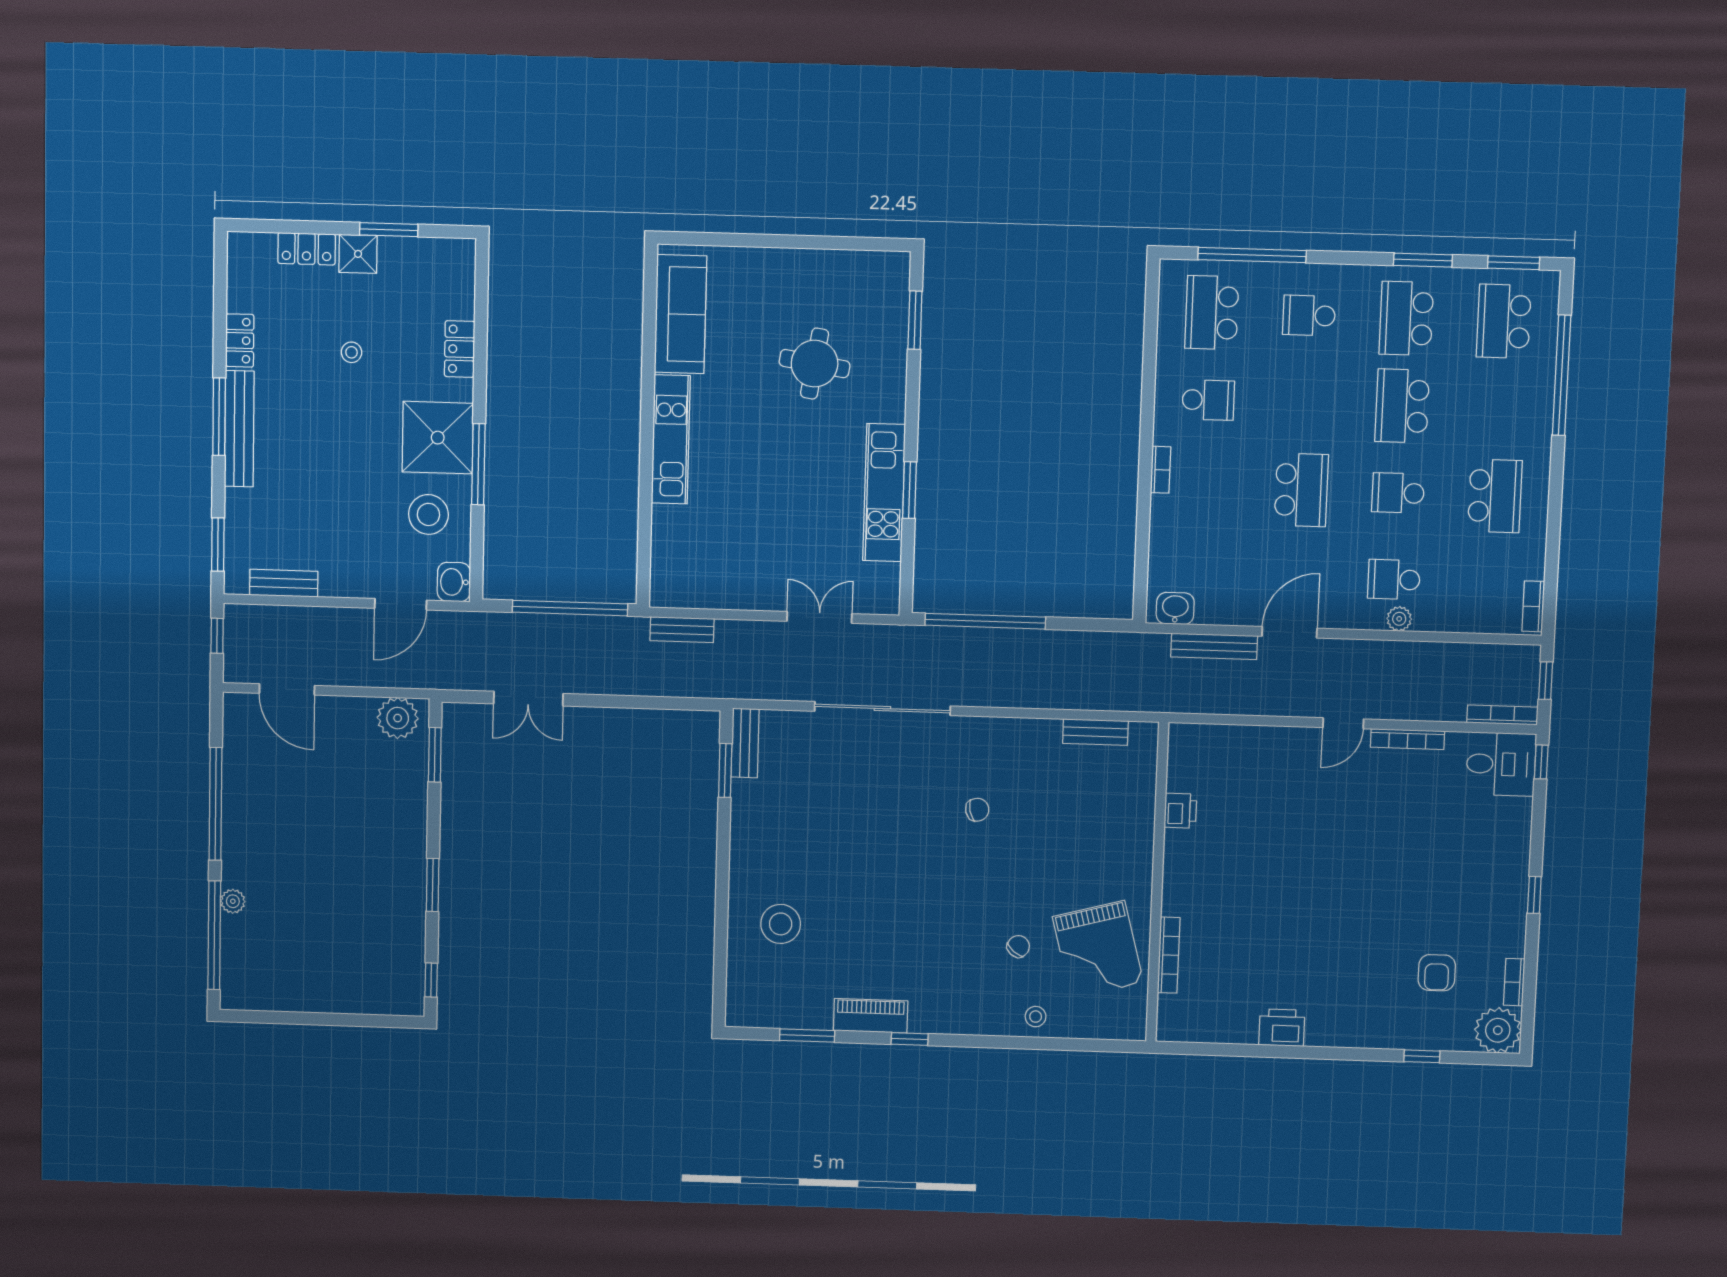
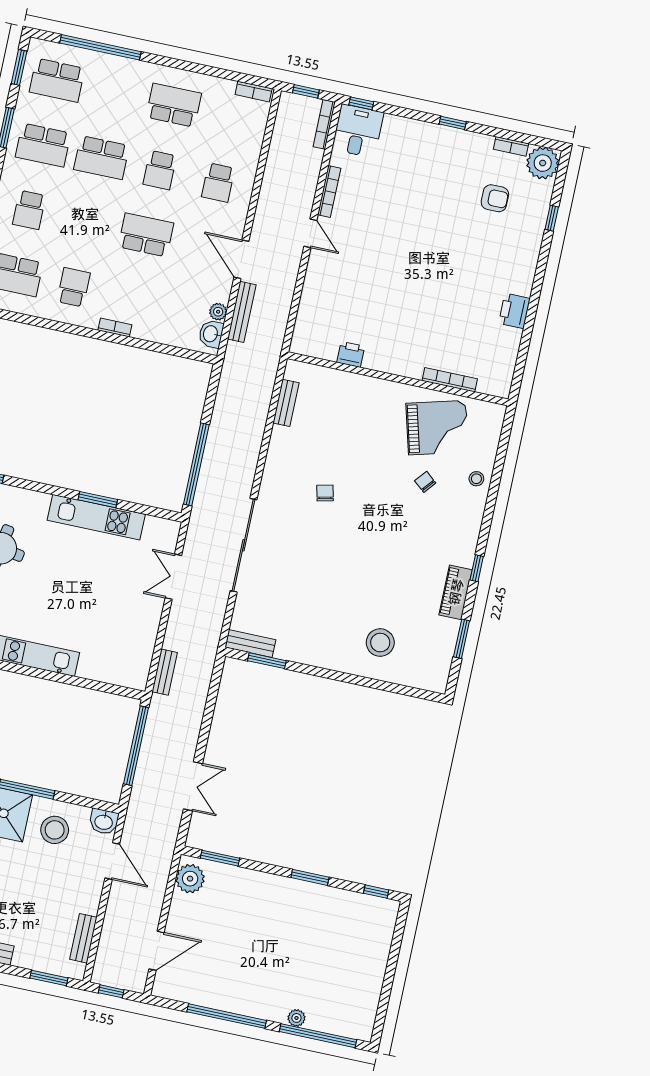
plant: (1399, 619) -> (218, 312), moved

